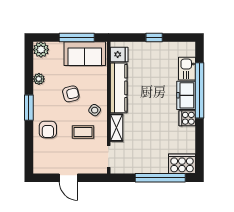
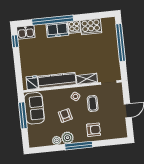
window: (154, 37) -> (15, 41), moved
plant: (41, 50) -> (67, 138), moved
kitchen sink: (187, 69) -> (26, 32), moved
window: (29, 108) -> (79, 146), width x1.44
cooker: (182, 164) -> (91, 27), moved, turned -90

